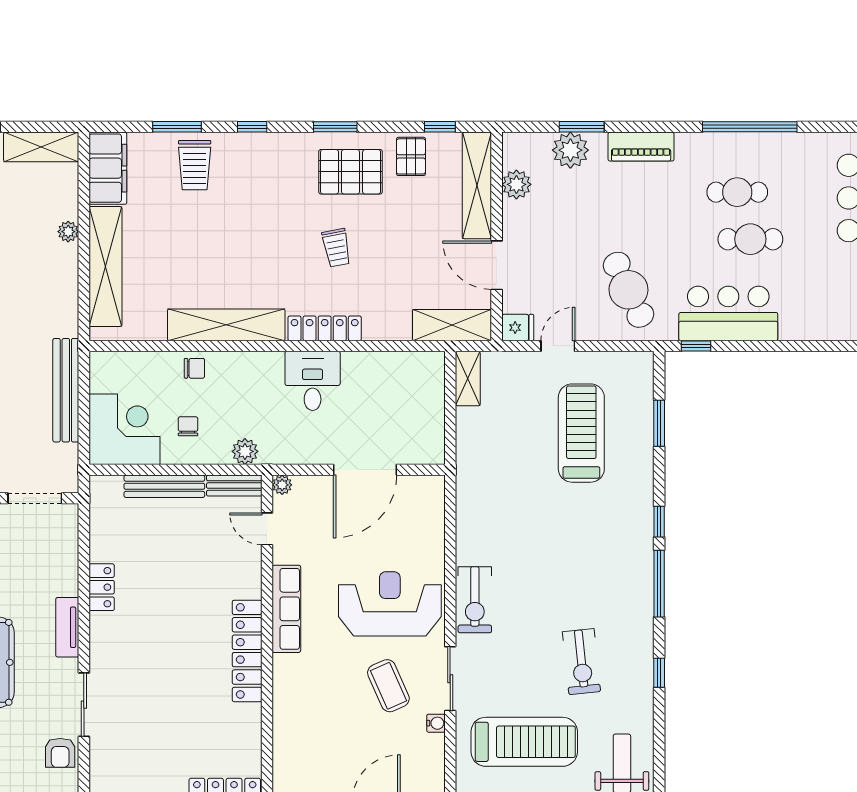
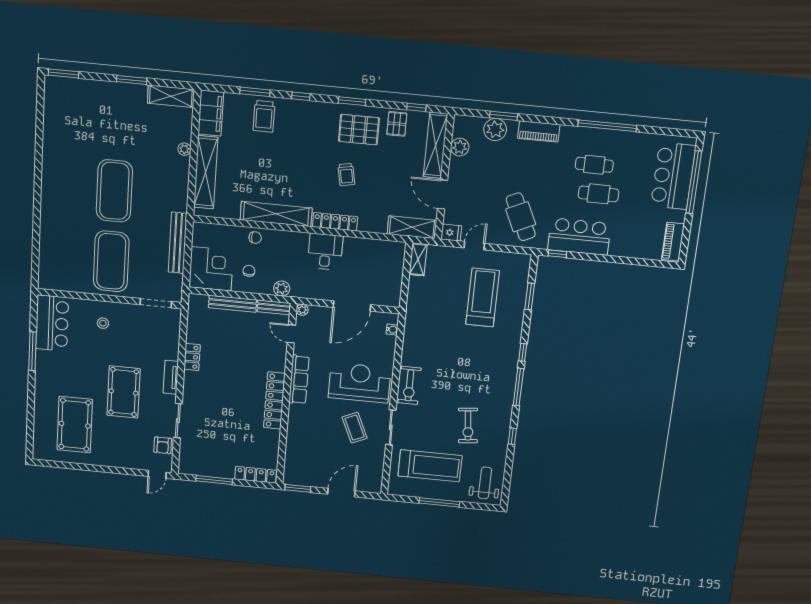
water cooler: (436, 723) -> (392, 329), moved

